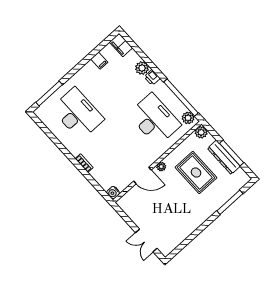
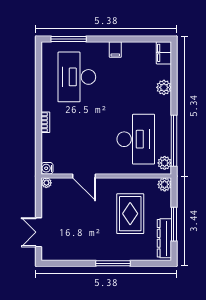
filing cabinet: (99, 61) -> (115, 49), moved
printer: (152, 77) -> (165, 103), removed
desk: (78, 114) -> (77, 77), turned 180
dresser: (224, 157) -> (164, 238), moved
plant: (161, 167) -> (46, 183), moved
window: (230, 202) -> (113, 263), moved

